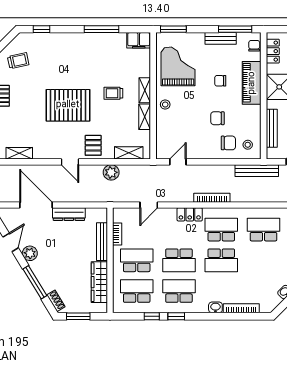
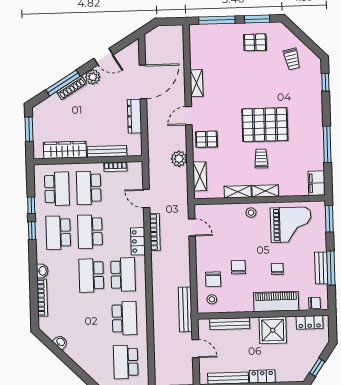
window: (235, 29) -> (331, 268), moved
pallet: (68, 105) -> (265, 125), moved, turned 90
shelving: (19, 153) -> (197, 83), moved
bookcase: (212, 198) -> (155, 232), moved
school desk: (137, 260) -> (89, 188), turned 180
school desk: (179, 291) -> (58, 233), turned 180
shoe rack: (56, 301) -> (72, 88), moved, width x1.43

